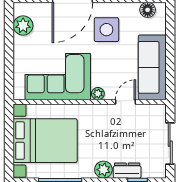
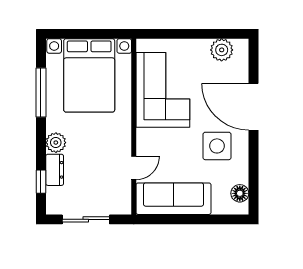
plant: (98, 94) -> (143, 136), removed
door: (125, 102) -> (134, 168), hinge flipped

